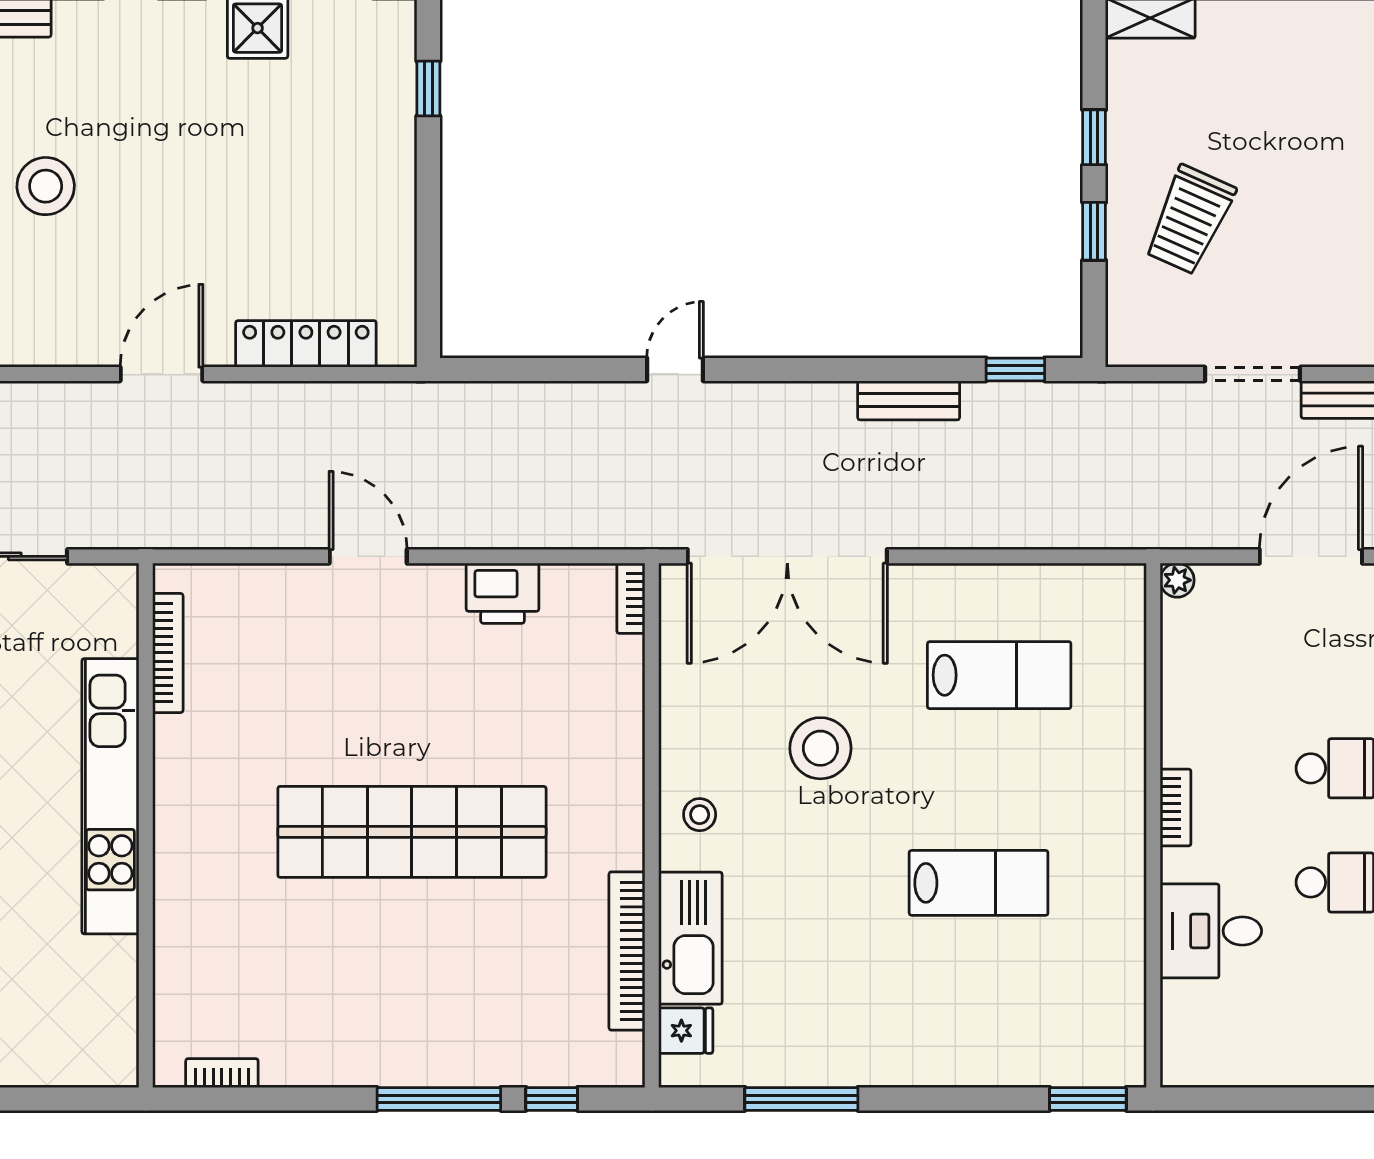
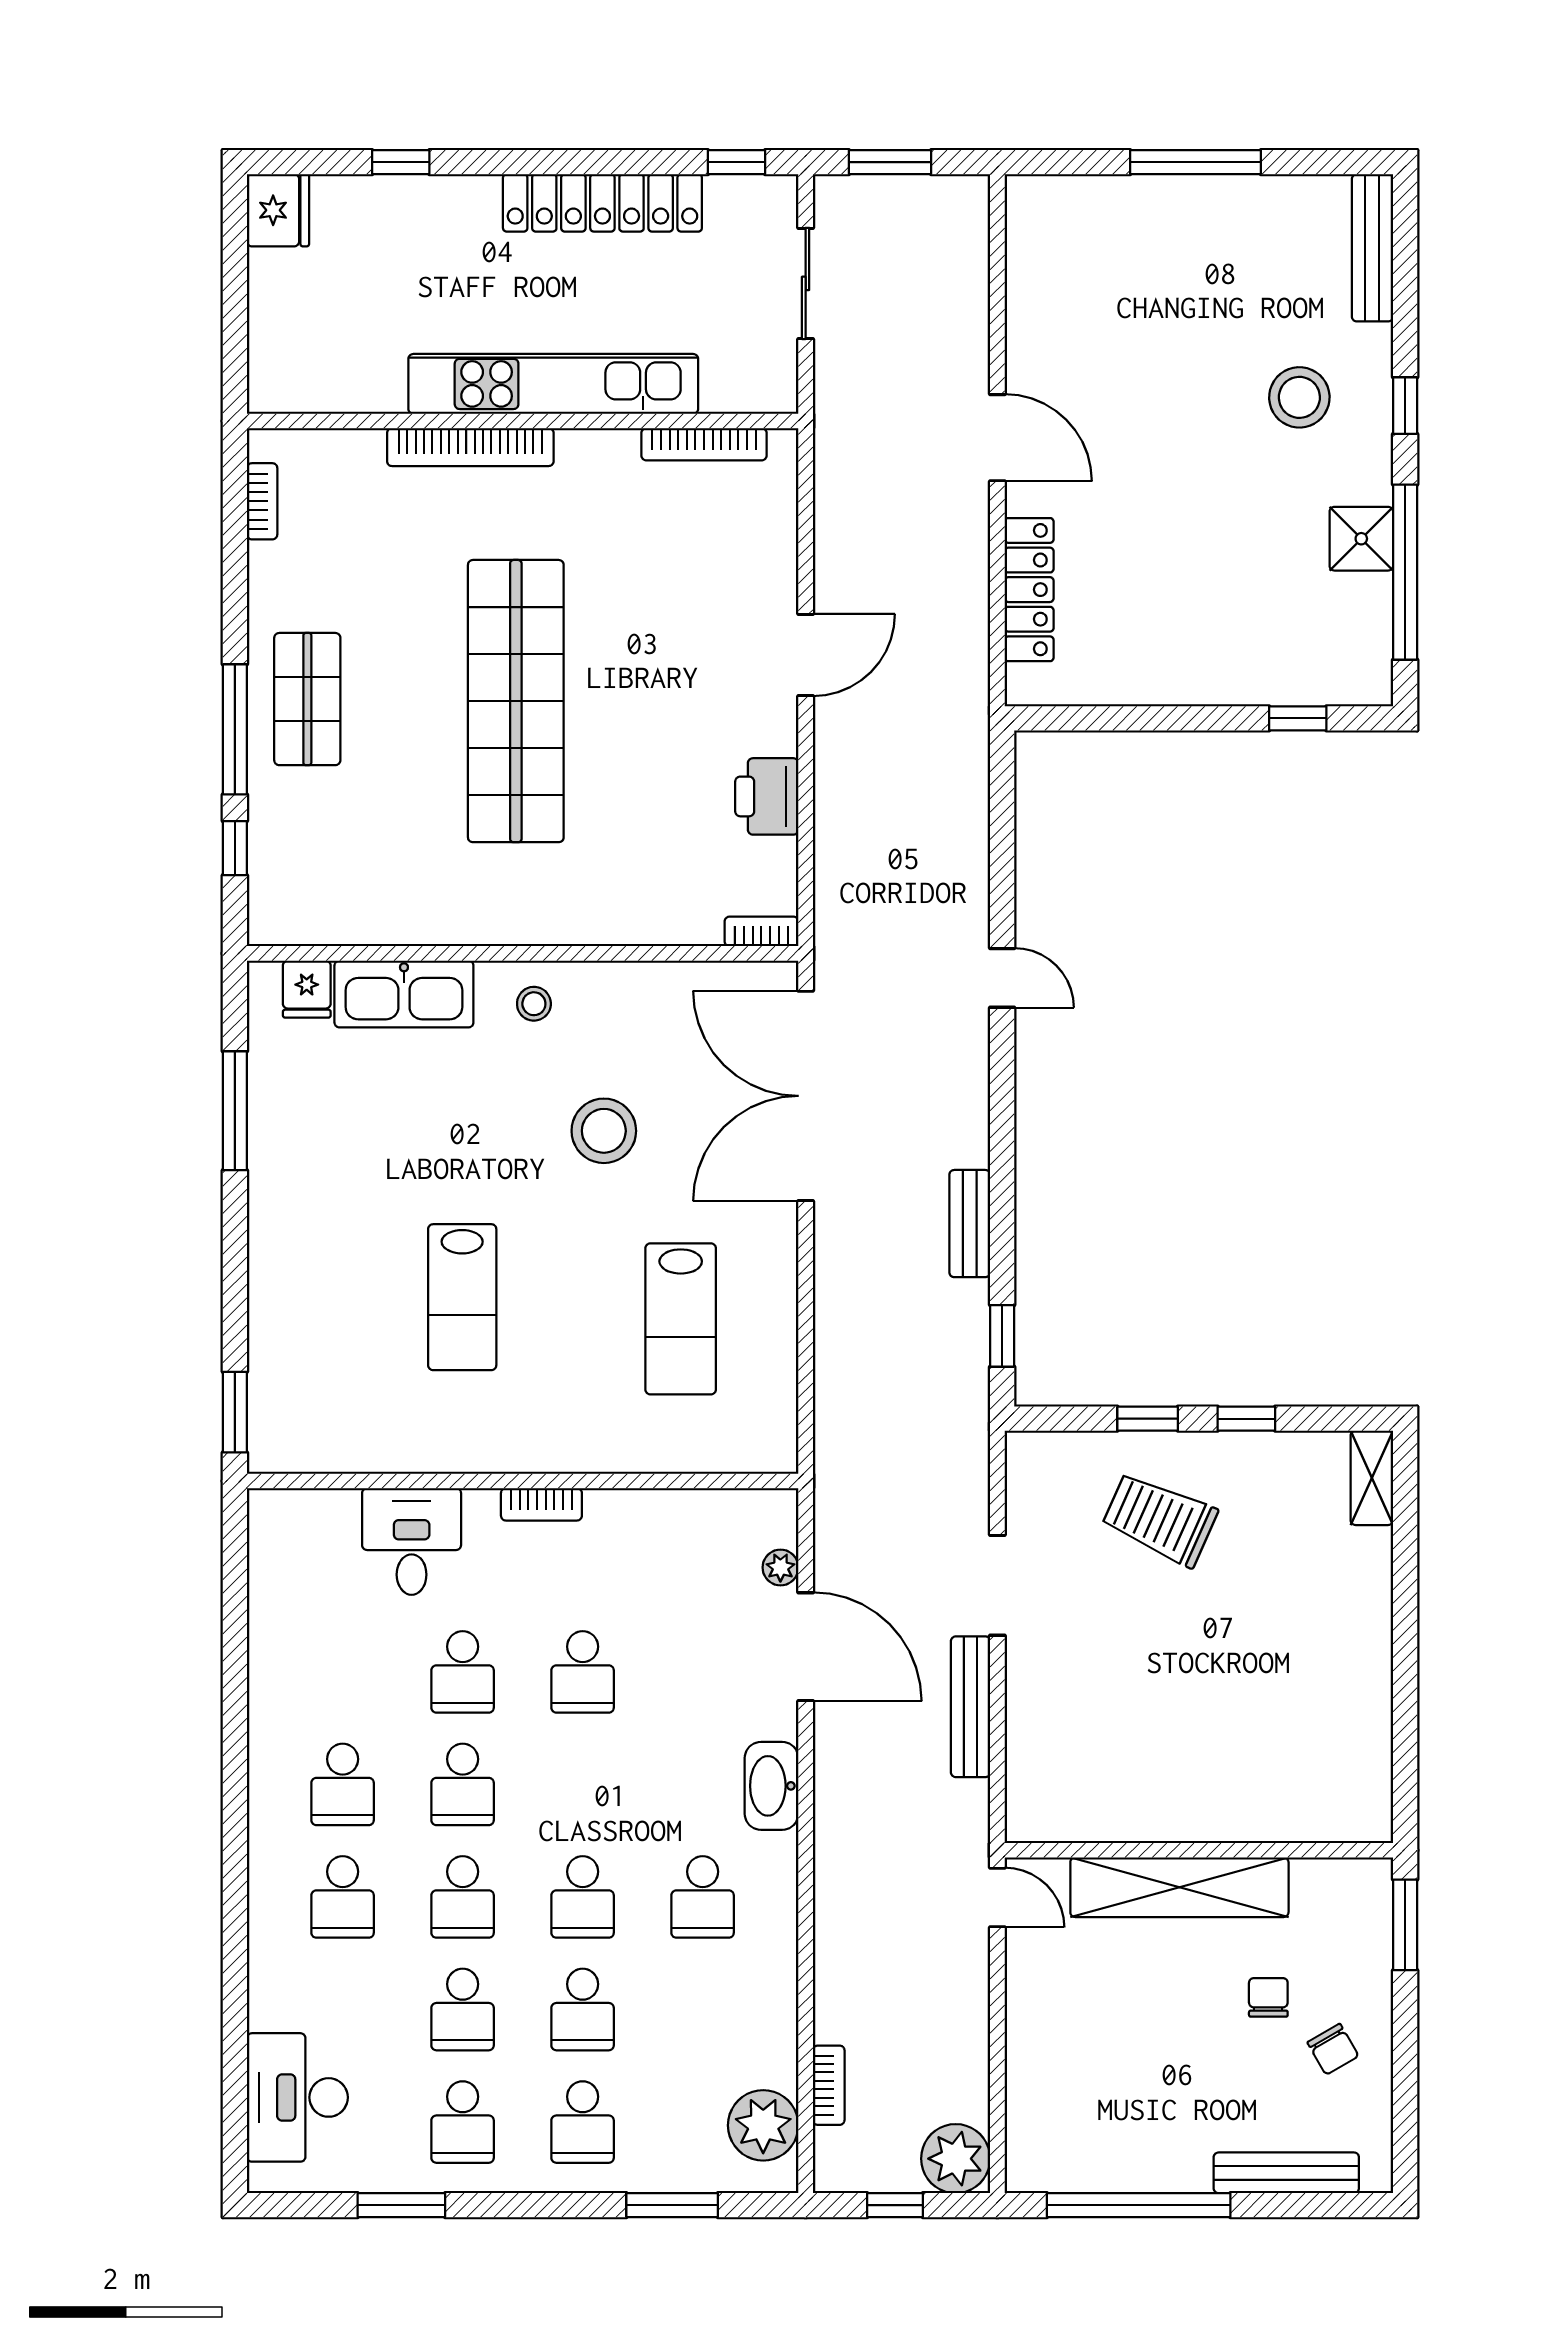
stool: (46, 186) -> (1299, 397), moved
plant: (1177, 580) -> (780, 1567), moved
bookcase: (627, 951) -> (470, 447), moved, turned 180
shop shelf: (410, 1030) -> (307, 699), added

